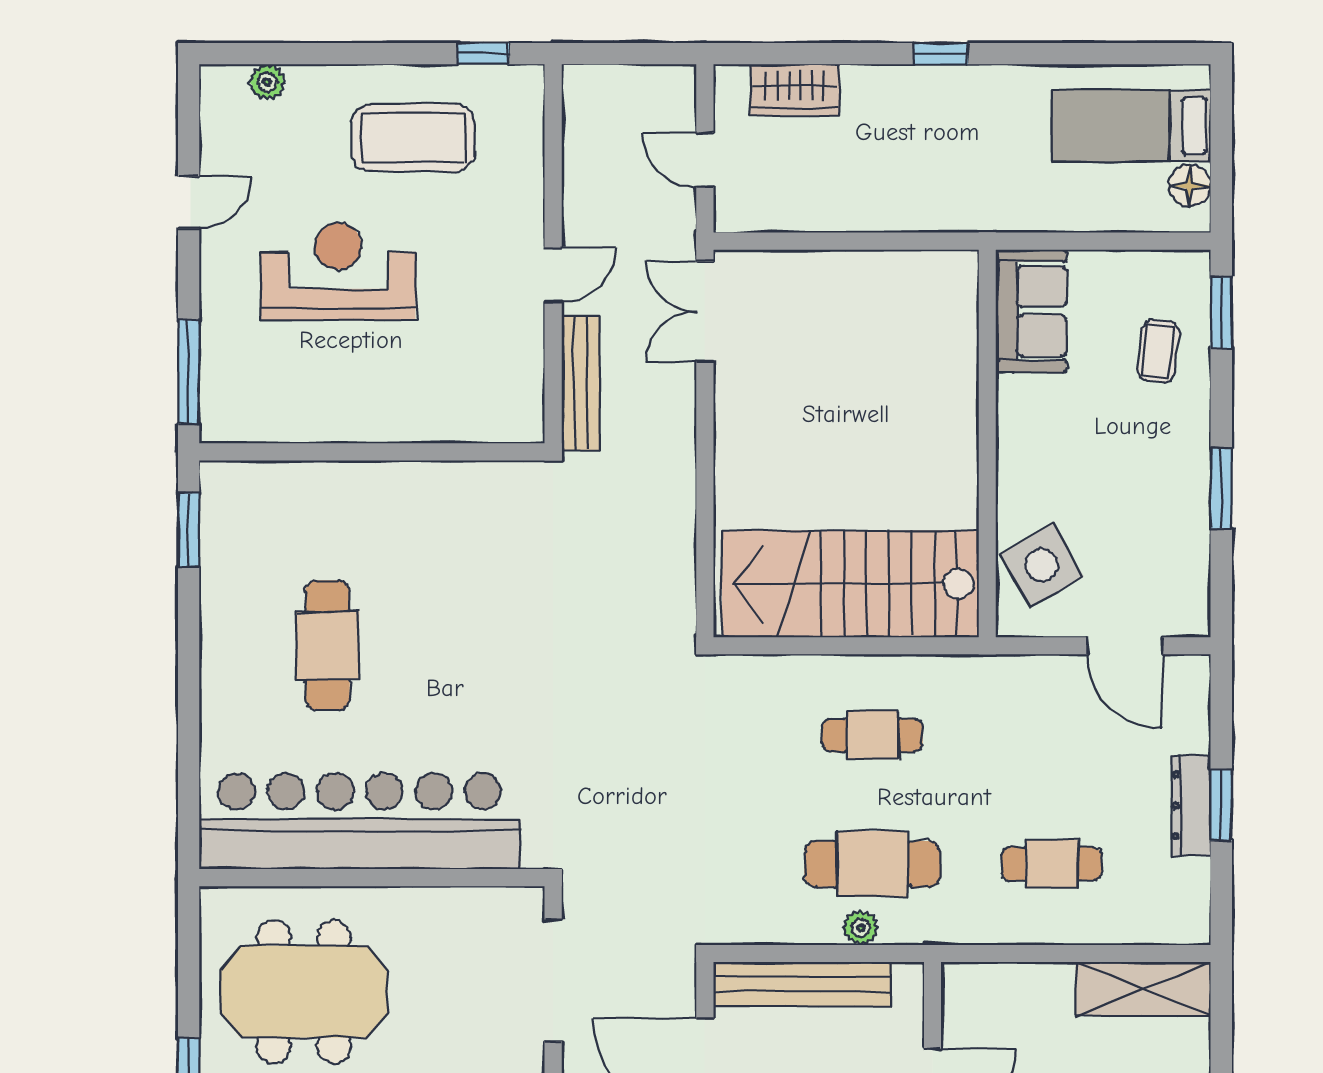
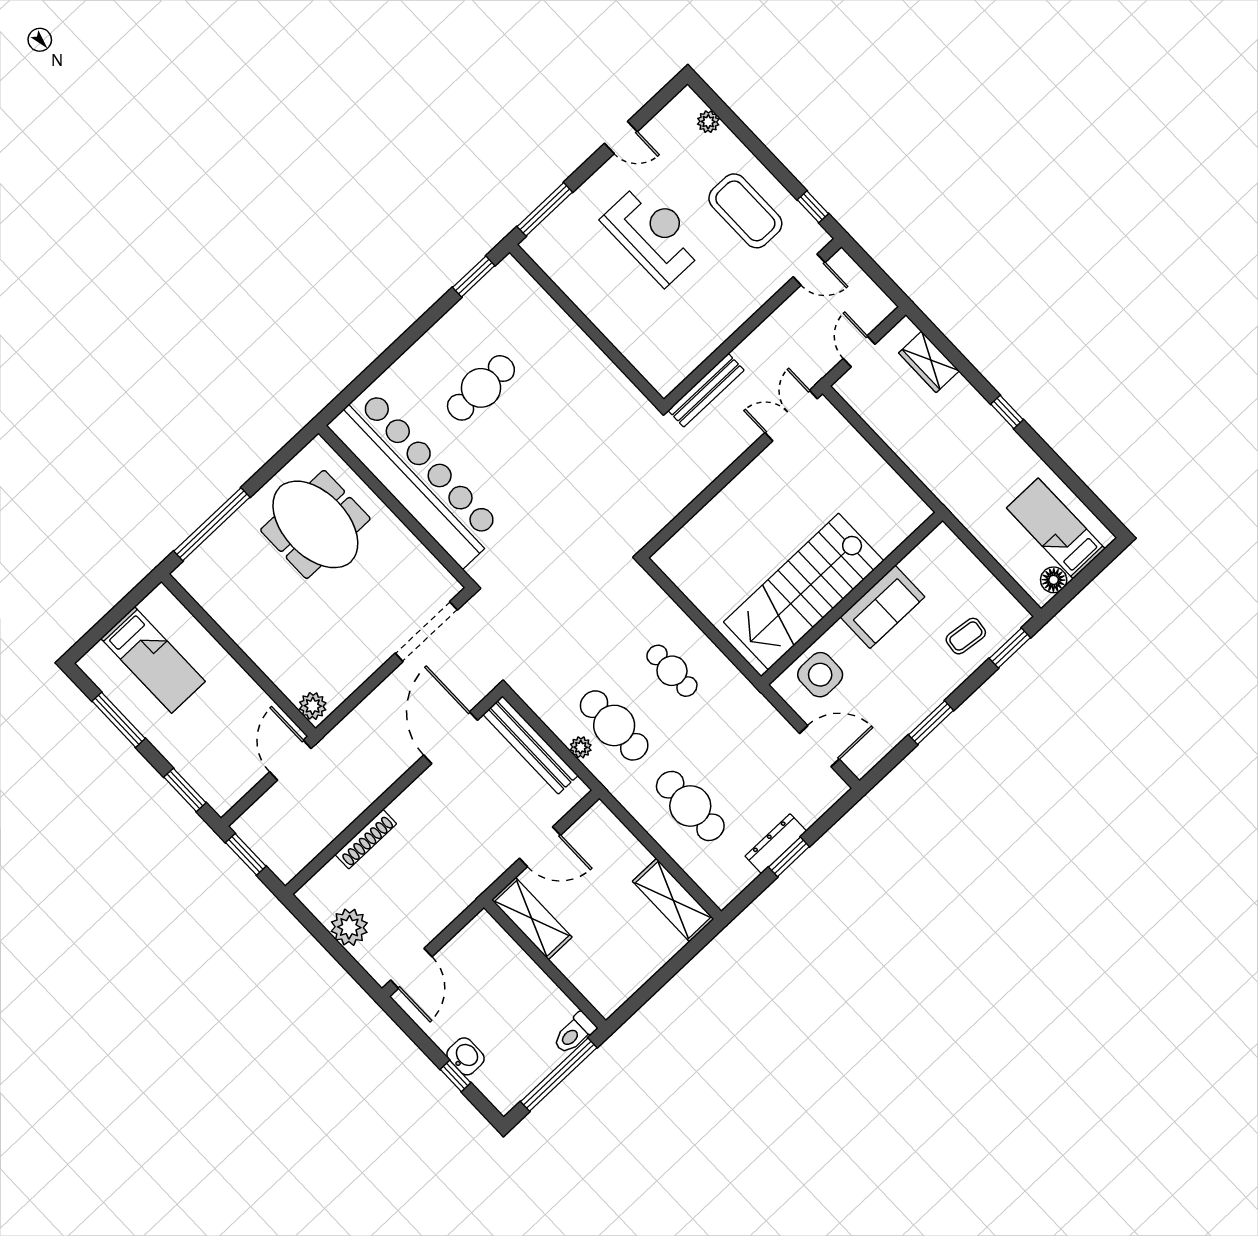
door: (553, 275) -> (809, 270), moved
sofa: (1031, 311) -> (882, 607), moved
side table: (1042, 565) -> (820, 675), turned 30
stairs: (850, 584) -> (804, 591), moved, turned -90
door: (1125, 646) -> (819, 746), swing flipped
cafe table: (1052, 864) -> (690, 806), width x1.37, depth x1.35

